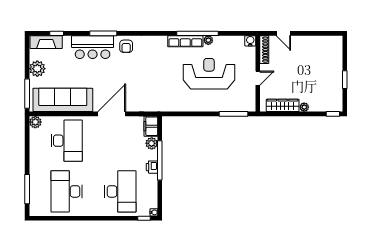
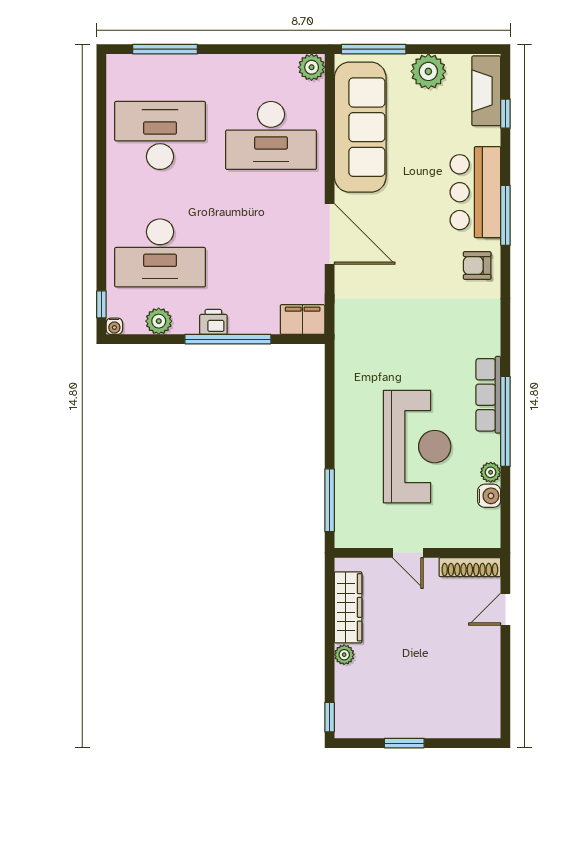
plant: (208, 40) -> (491, 472), moved
water cooler: (250, 41) -> (489, 496), moved
plant: (152, 143) -> (159, 321), moved

